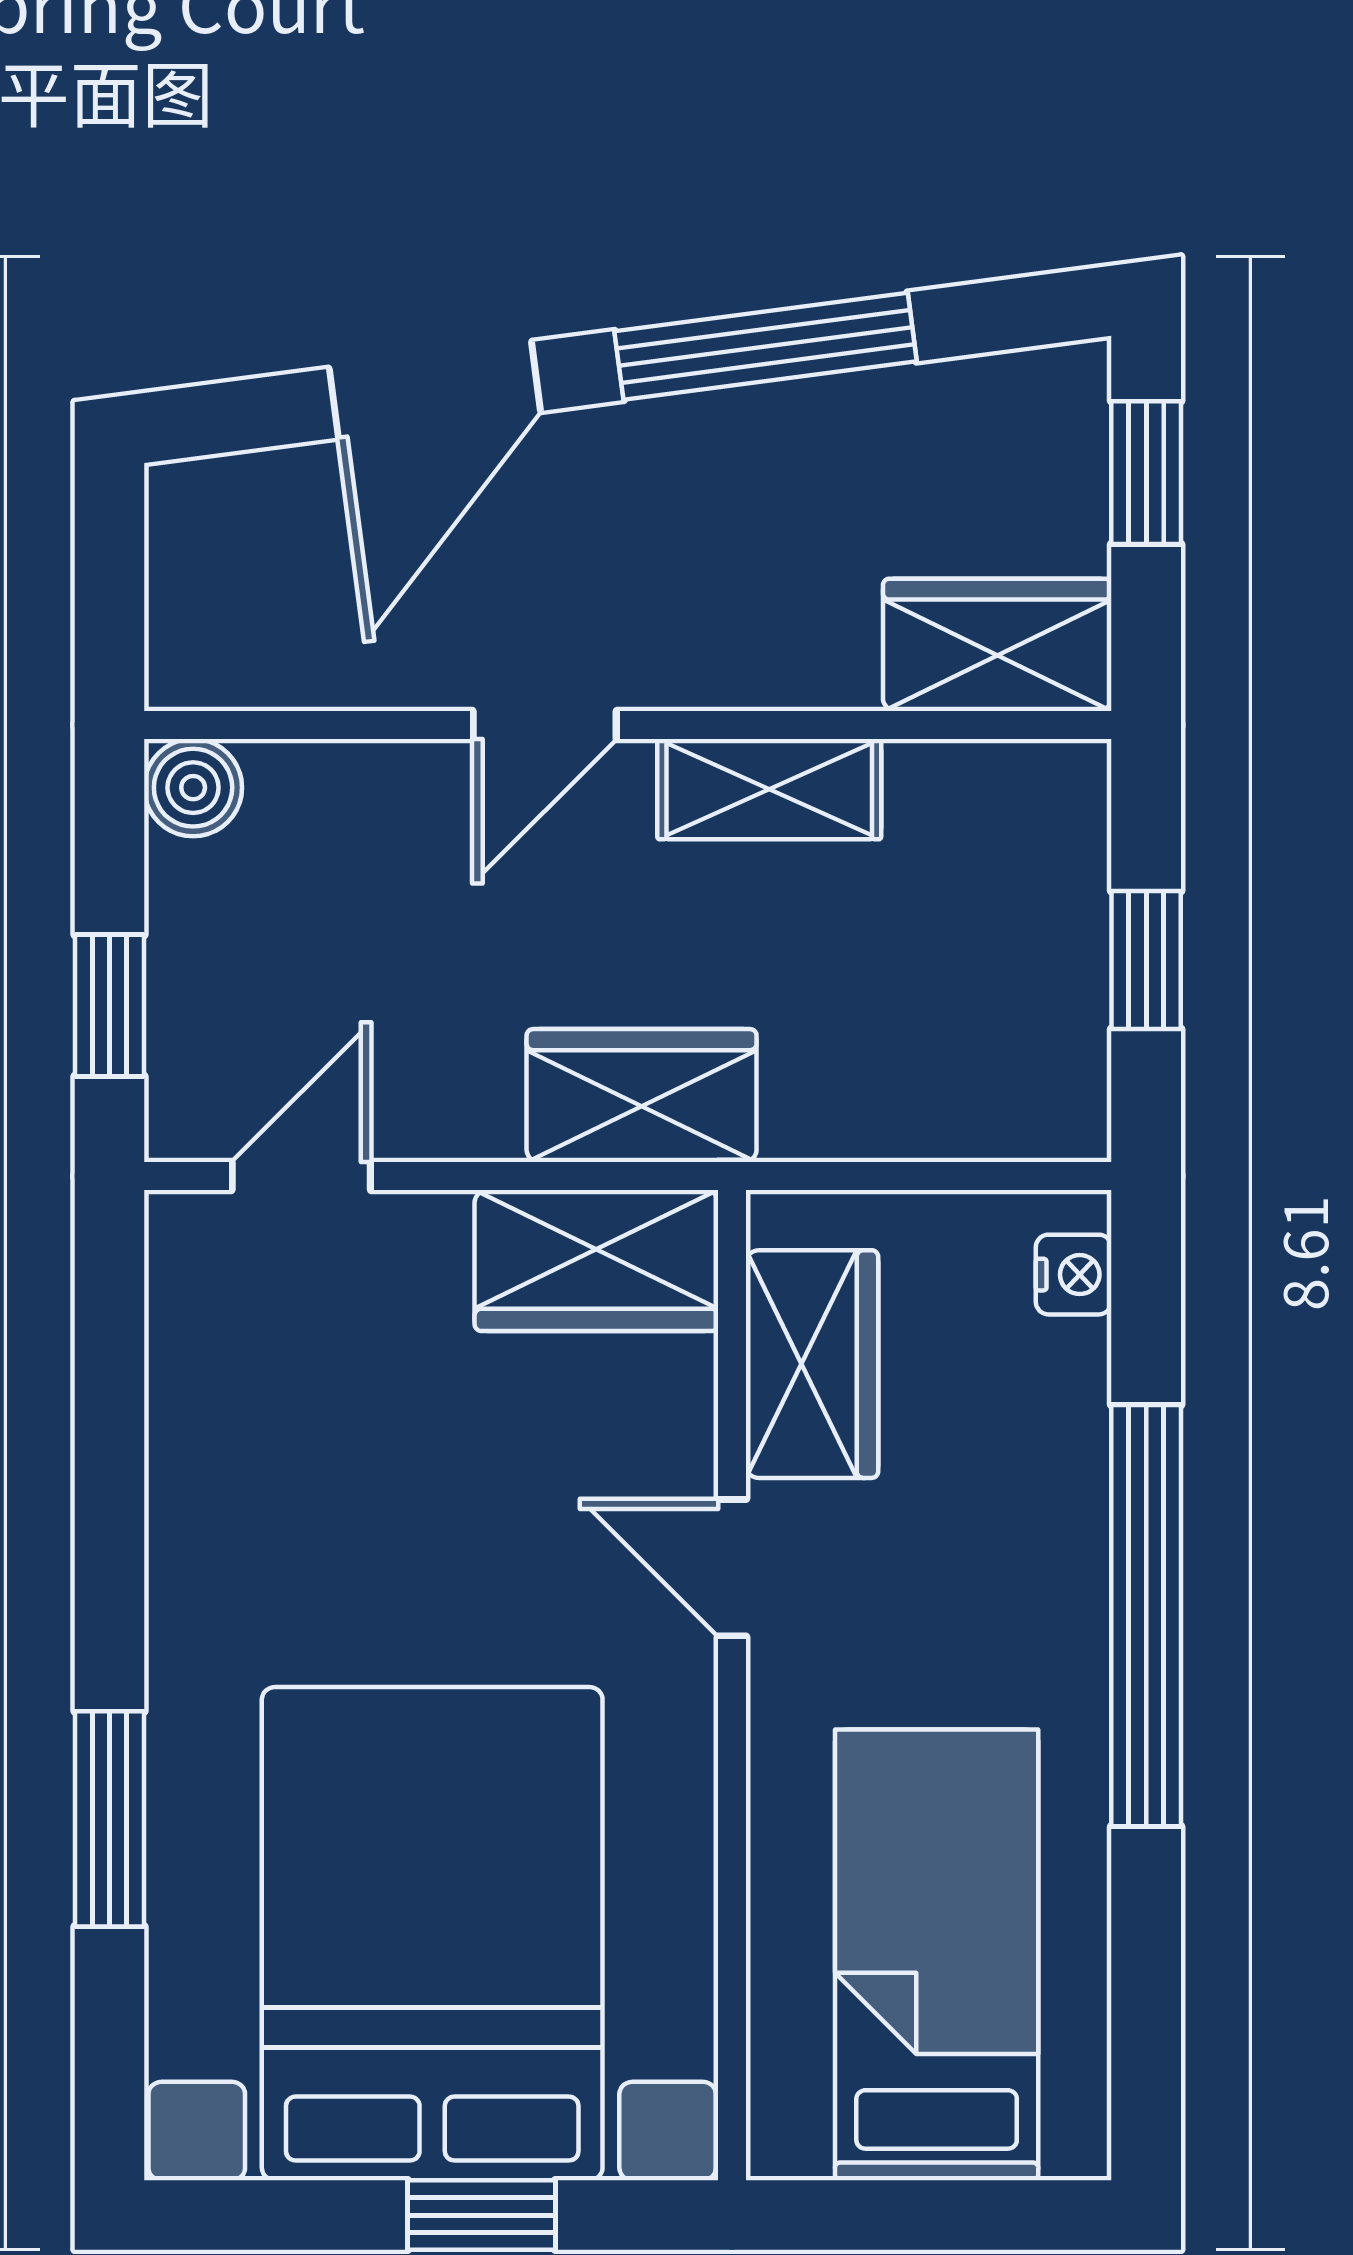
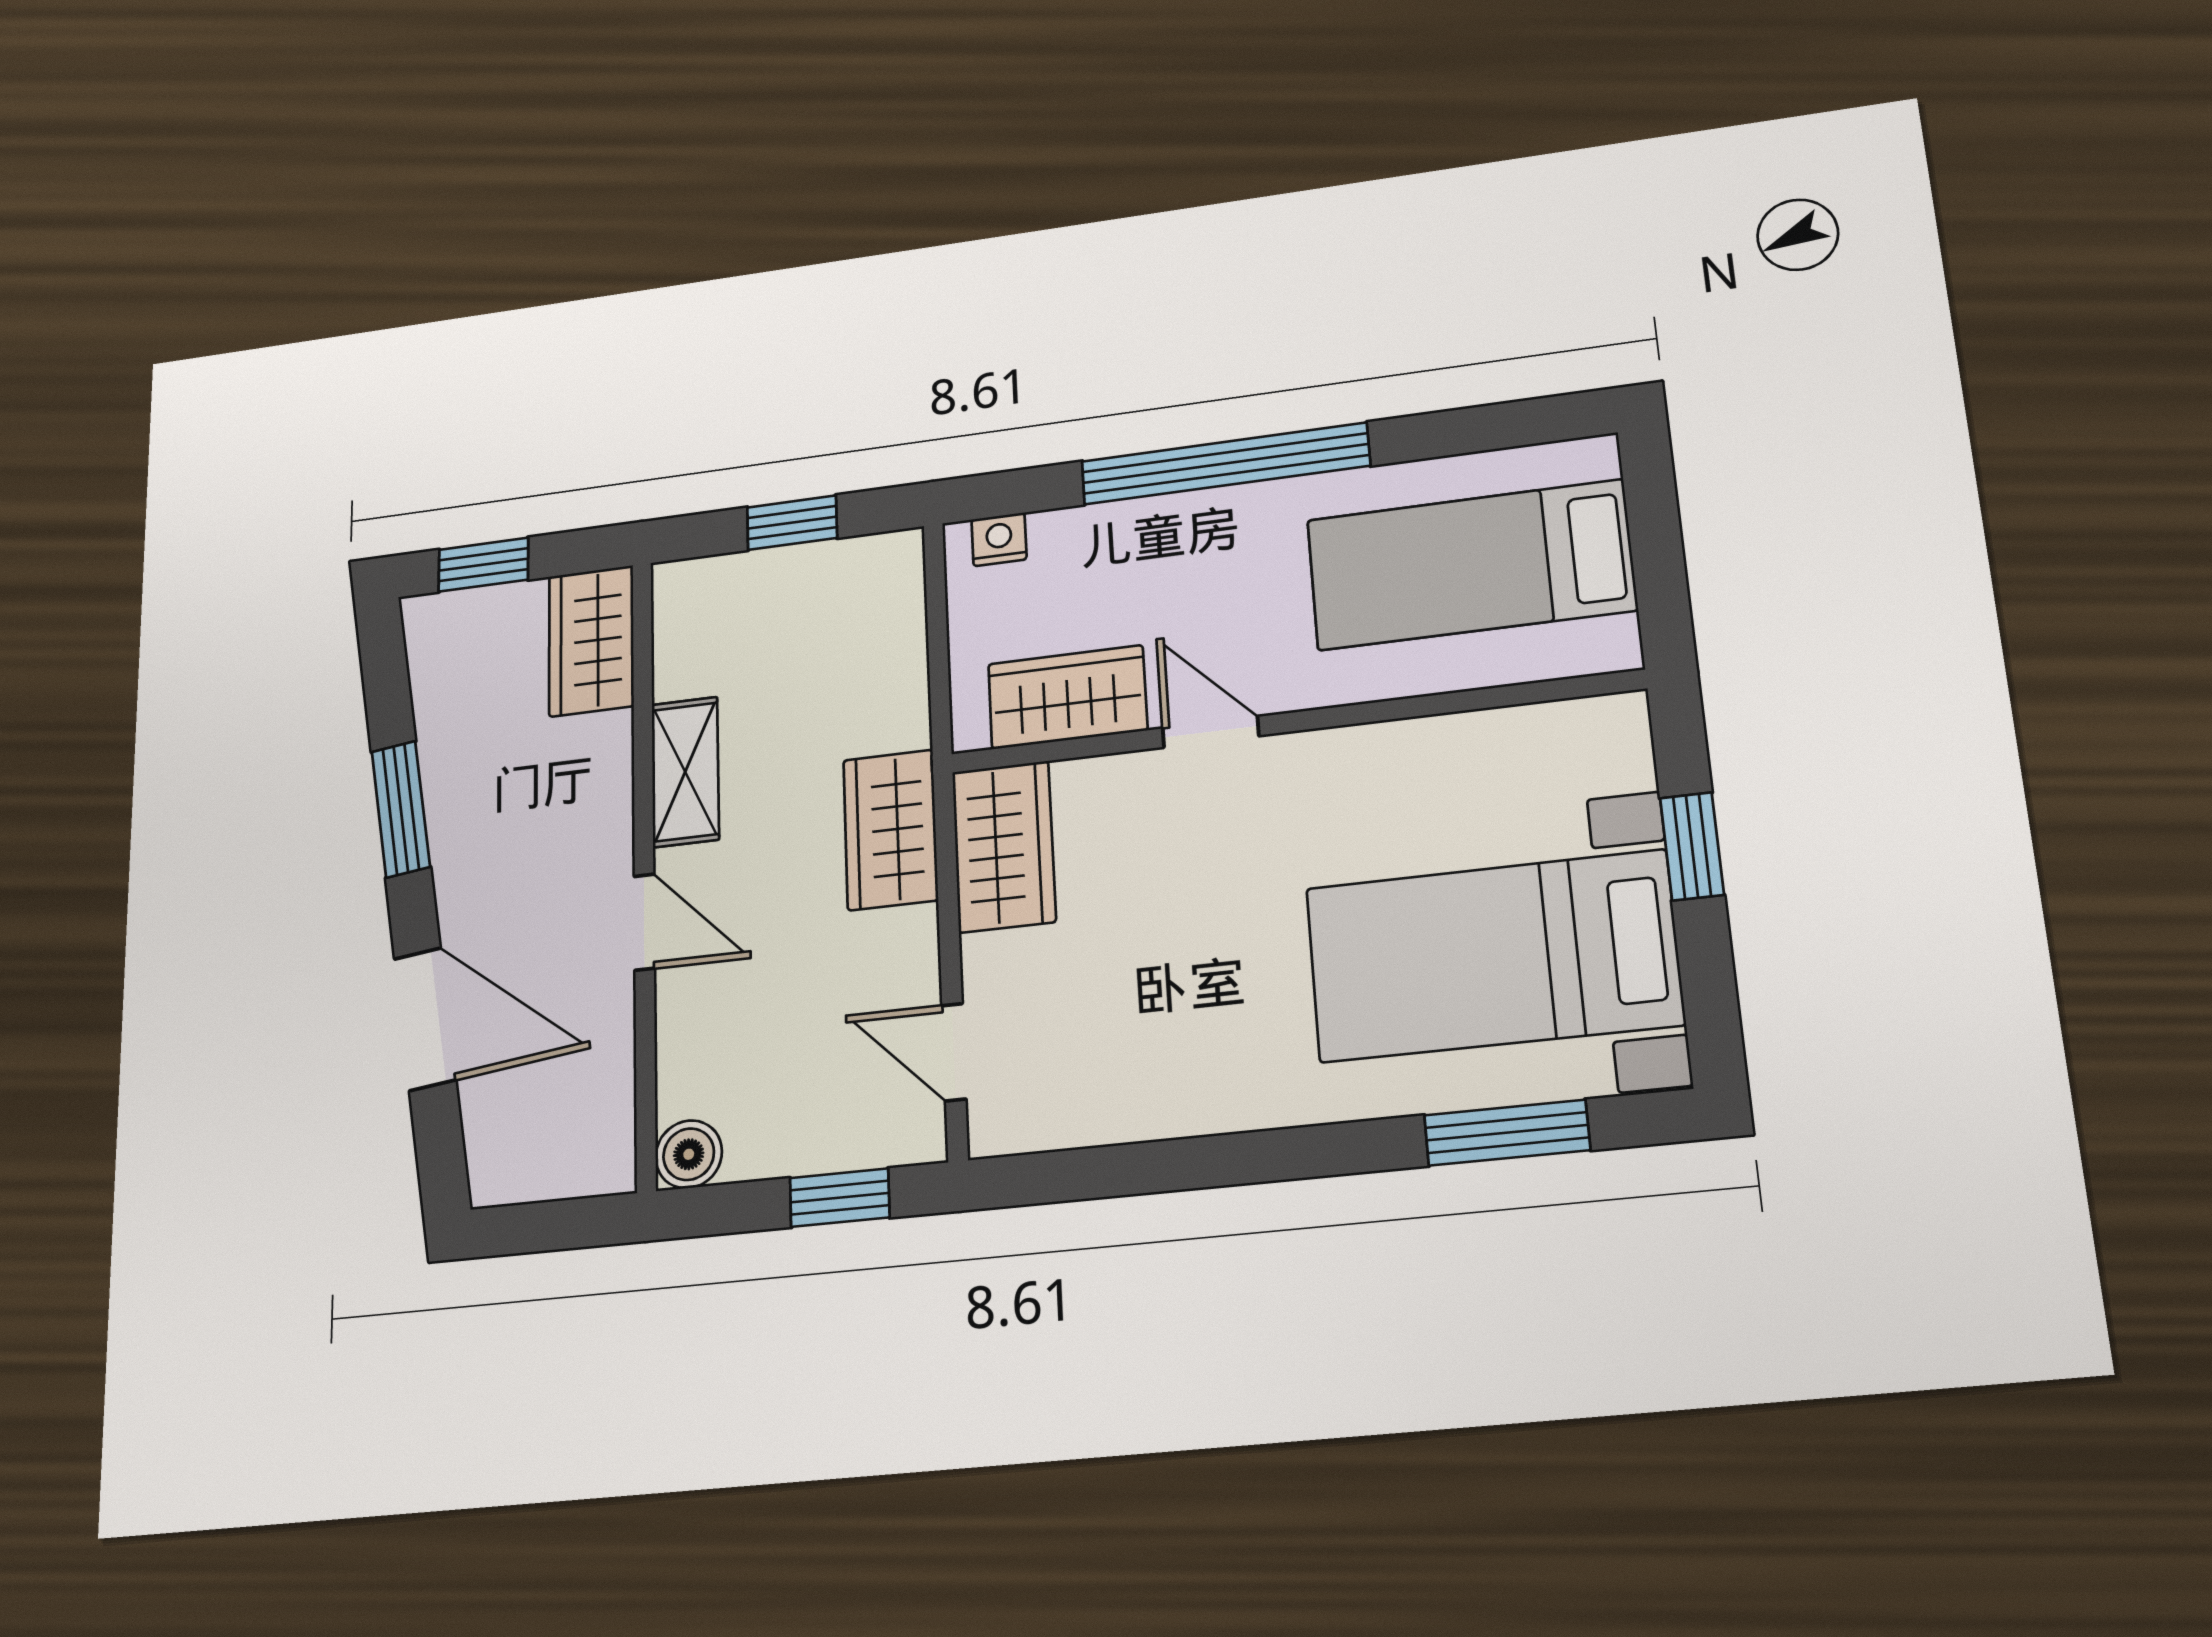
window: (766, 346) -> (401, 809), width x0.69
door: (732, 1568) -> (1211, 732), swing flipped
window: (110, 1819) -> (1507, 1133), moved
bed with nightstands: (432, 1934) -> (1493, 956), width x0.73

